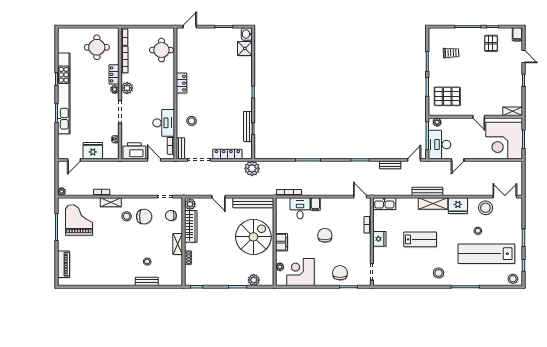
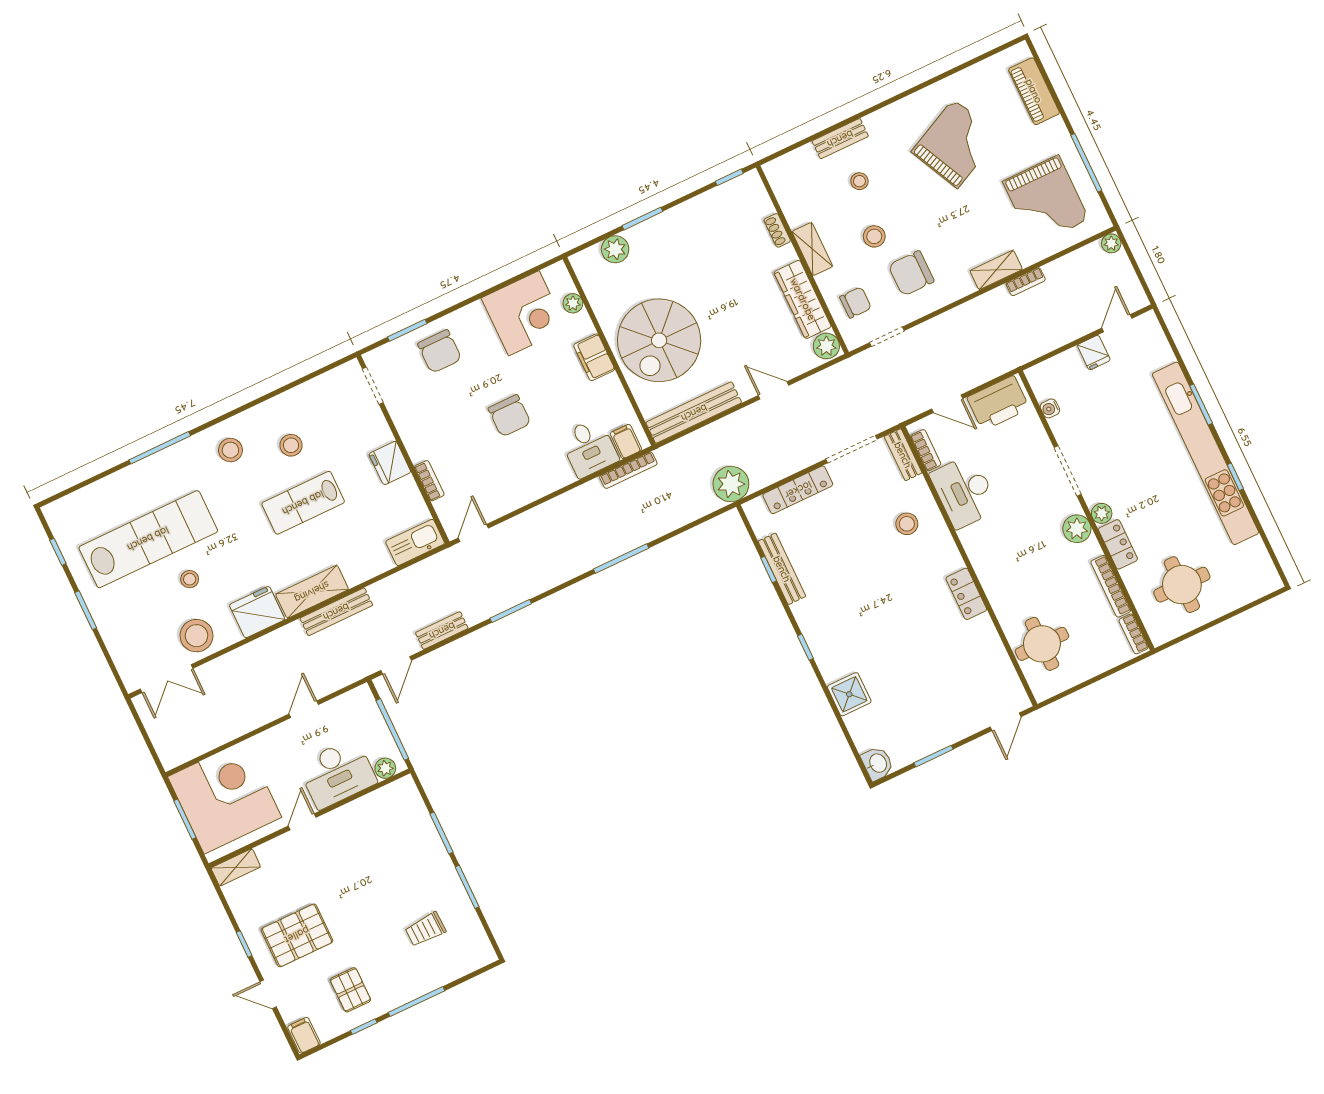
shower: (245, 49) -> (849, 694), moved
pallet: (447, 96) -> (297, 935), moved
door: (479, 117) -> (302, 822), hinge flipped
desk: (439, 144) -> (337, 773), moved, turned 90
fridge: (93, 151) -> (1094, 353), width x0.53, depth x0.75
door: (360, 197) -> (473, 533), swing flipped
filing cabinet: (315, 204) -> (626, 441), moved
stool: (127, 216) -> (874, 236), moved
grand piano: (103, 258) -> (955, 144), added
stool: (513, 279) -> (291, 445), moved

